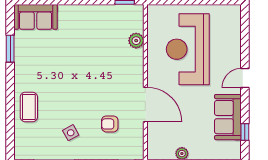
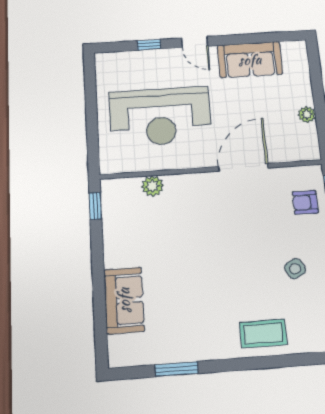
sofa: (36, 17) -> (124, 300), moved
armchair: (110, 124) -> (305, 202), moved, turned 90
window: (245, 132) -> (149, 45), moved

